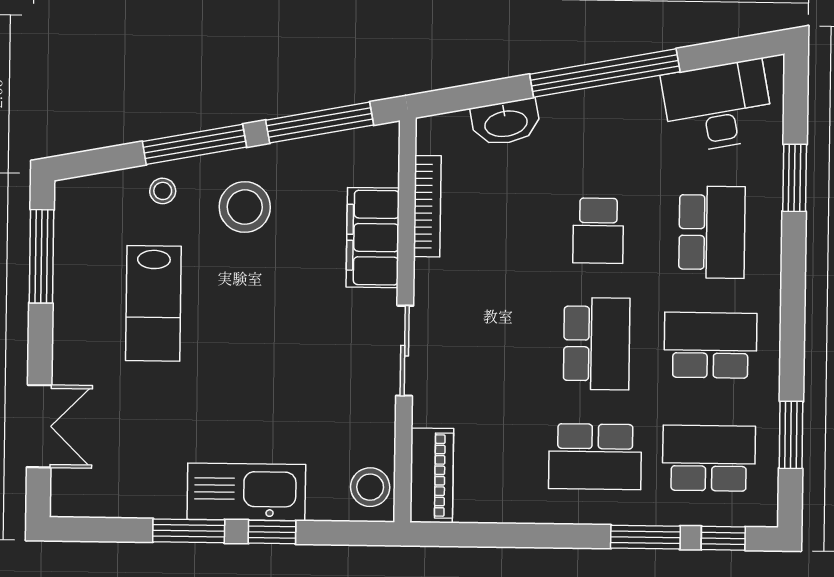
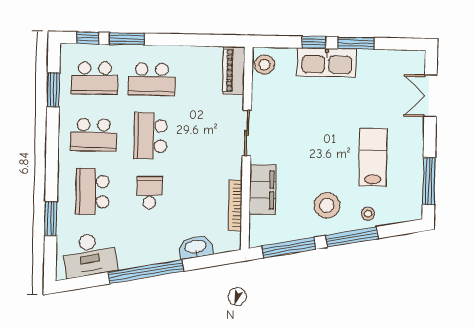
school desk: (595, 457) -> (152, 79), turned 180

